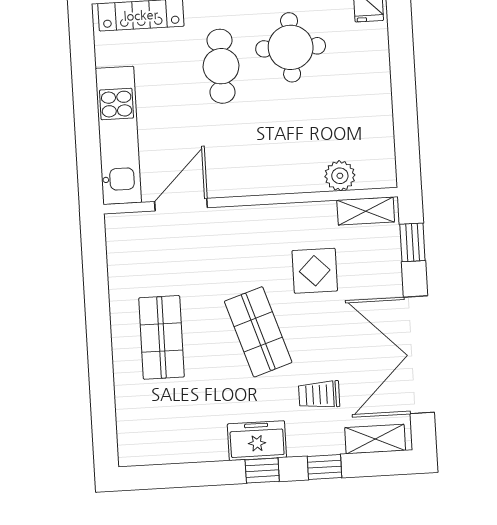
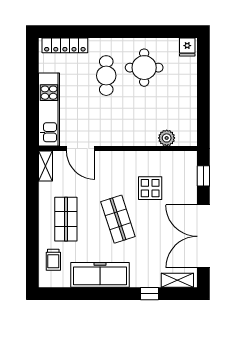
door: (181, 205) -> (81, 149), swing flipped
shelving: (366, 211) -> (46, 166), moved, turned 90
trolley: (319, 395) -> (53, 260), moved, turned -90
freezer: (257, 441) -> (100, 275), width x1.91, depth x1.26
window: (262, 471) -> (116, 294), removed

